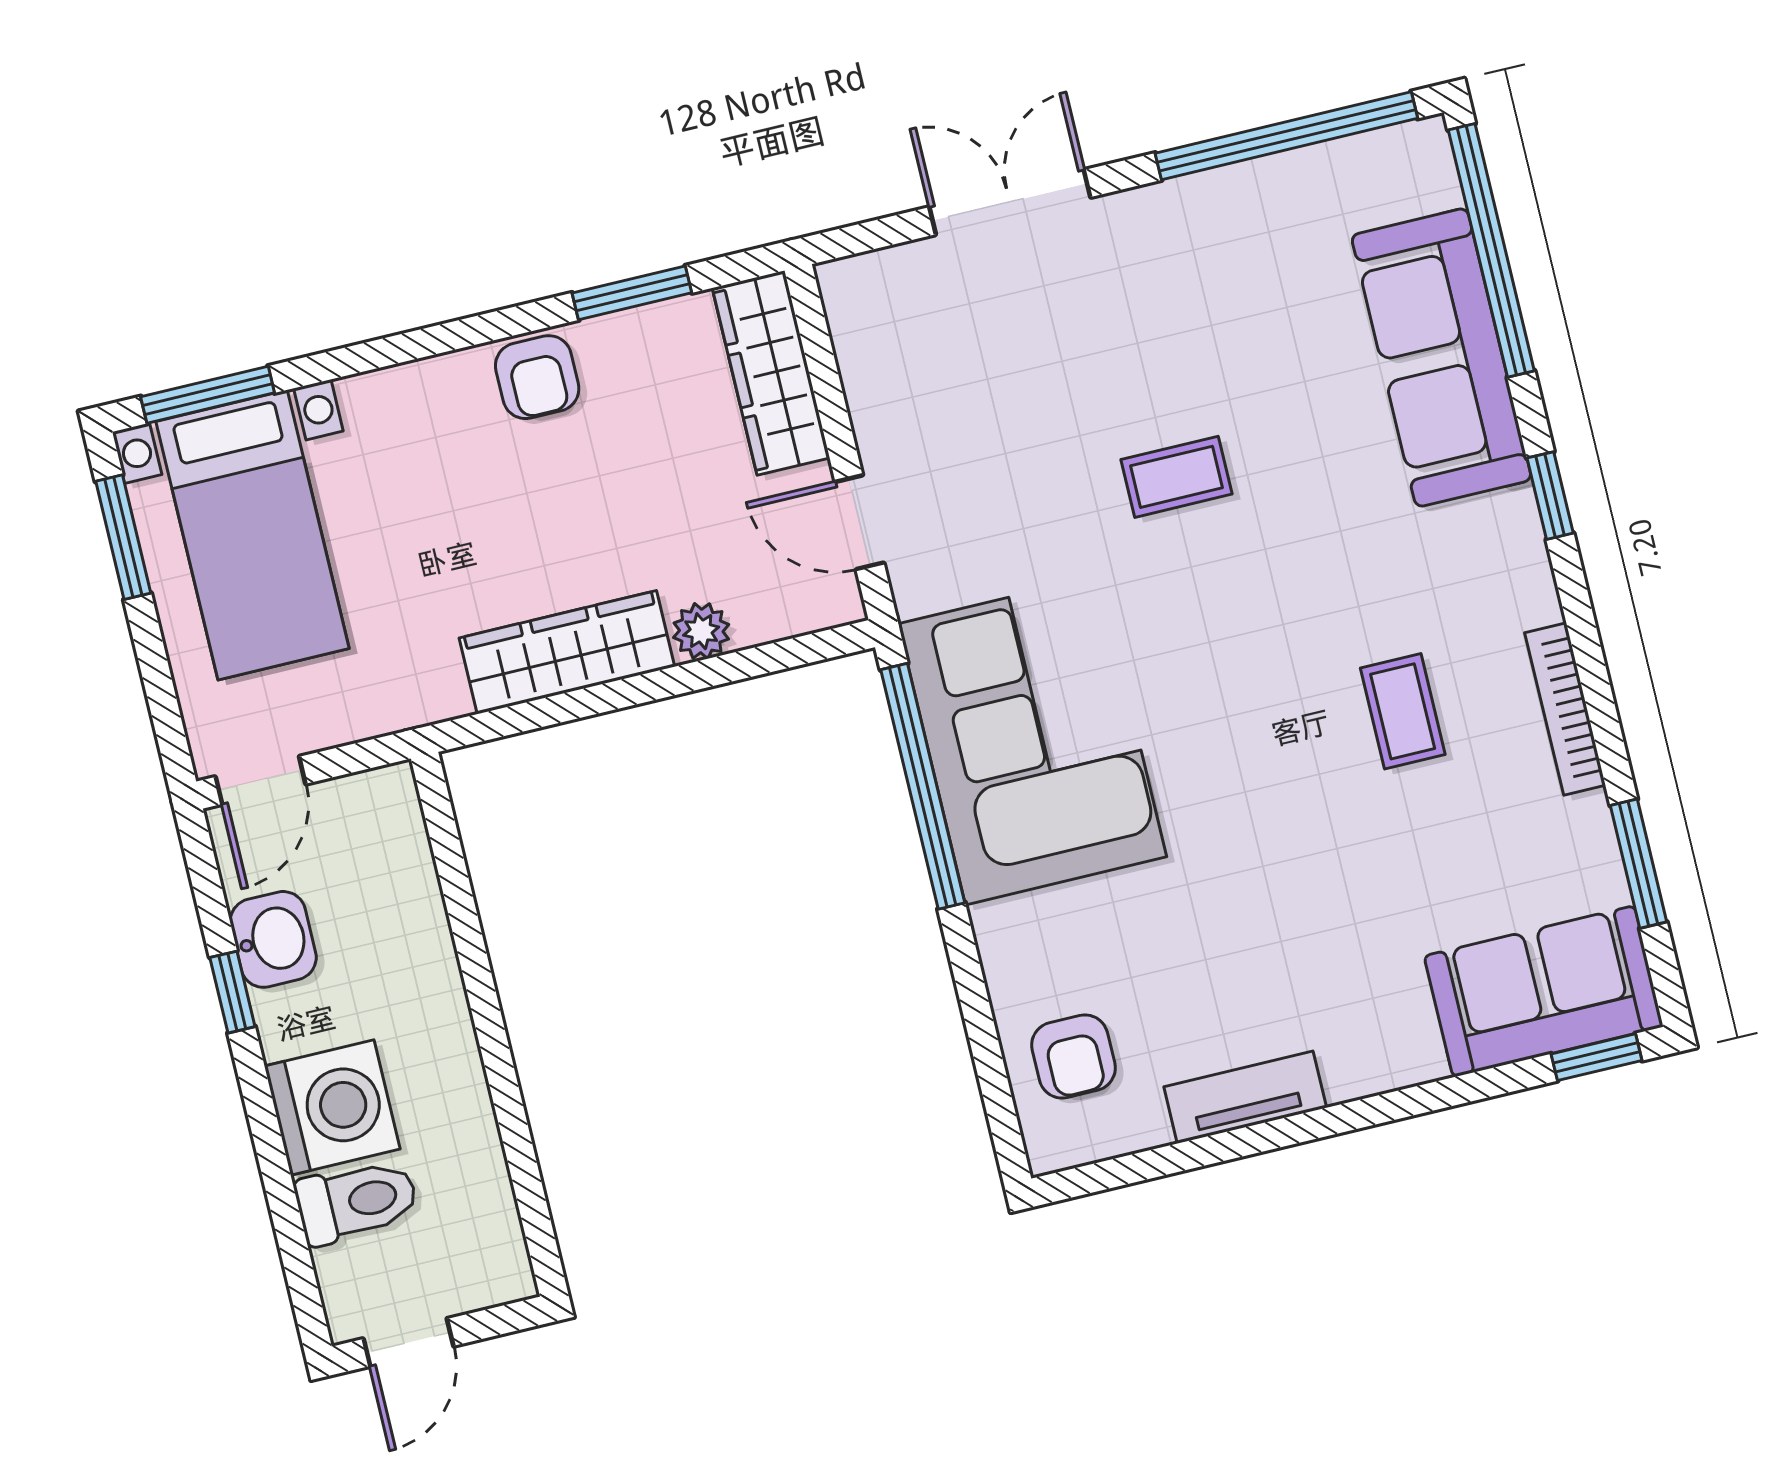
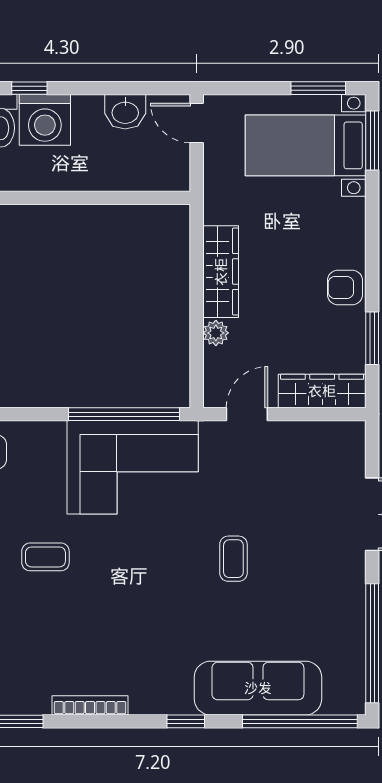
coffee table: (1403, 711) -> (45, 557), moved
window: (232, 992) -> (29, 88), moved

